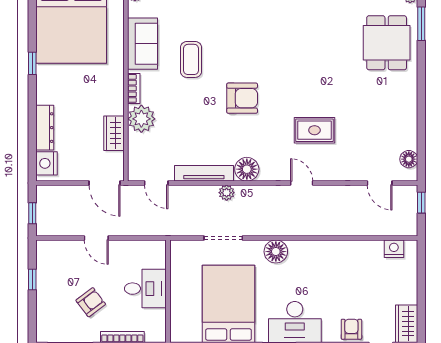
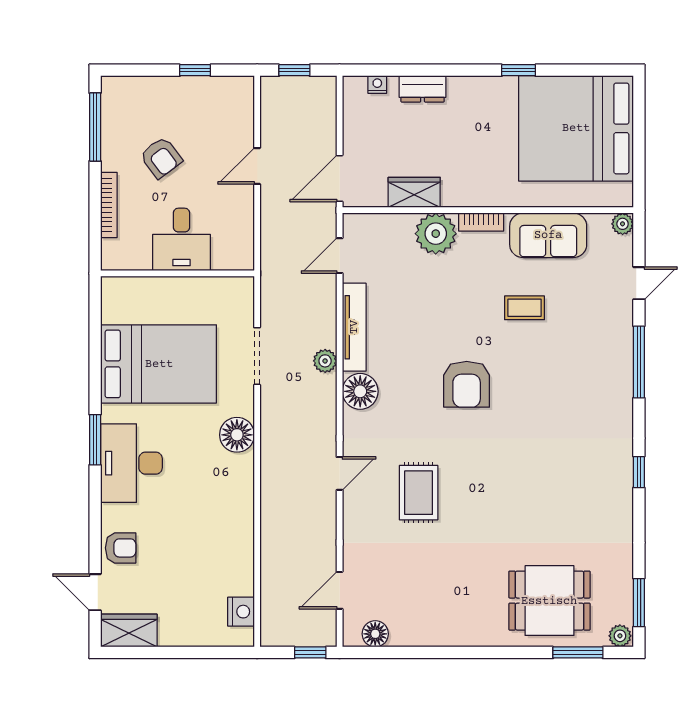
coffee table: (191, 59) -> (525, 308), width x0.73, depth x0.77
dresser: (45, 128) -> (423, 89), width x0.70
nightstand: (47, 163) -> (377, 85), width x0.53, depth x0.56

